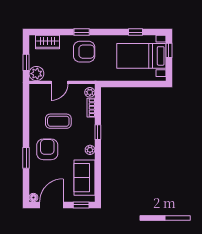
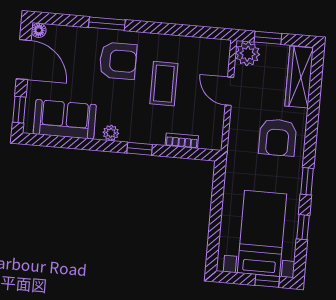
window: (82, 32) -> (307, 181), moved
wardrobe: (47, 42) -> (299, 77), width x1.50
plant: (90, 92) -> (208, 141), removed

